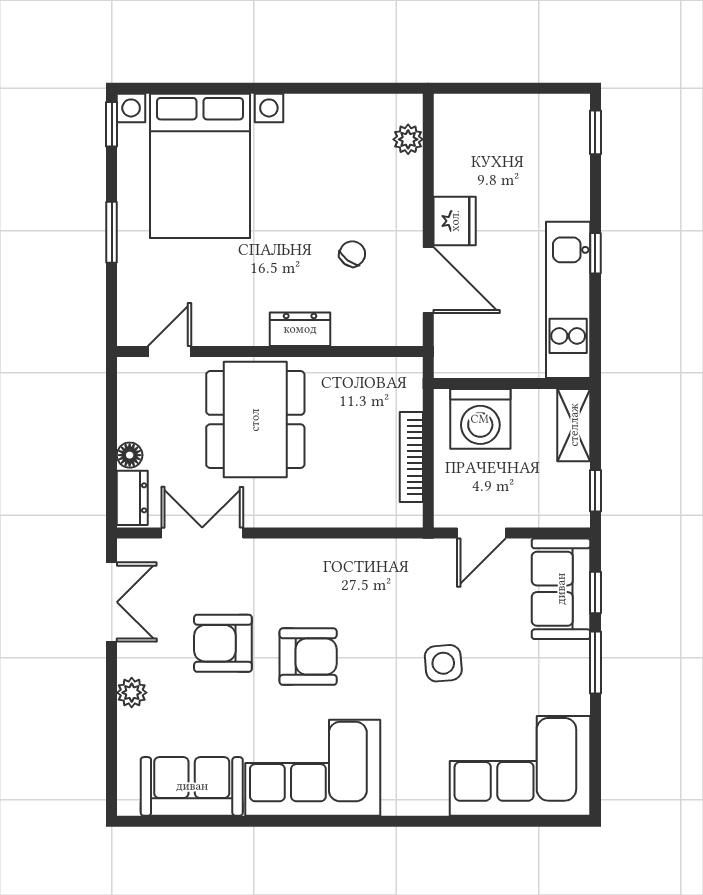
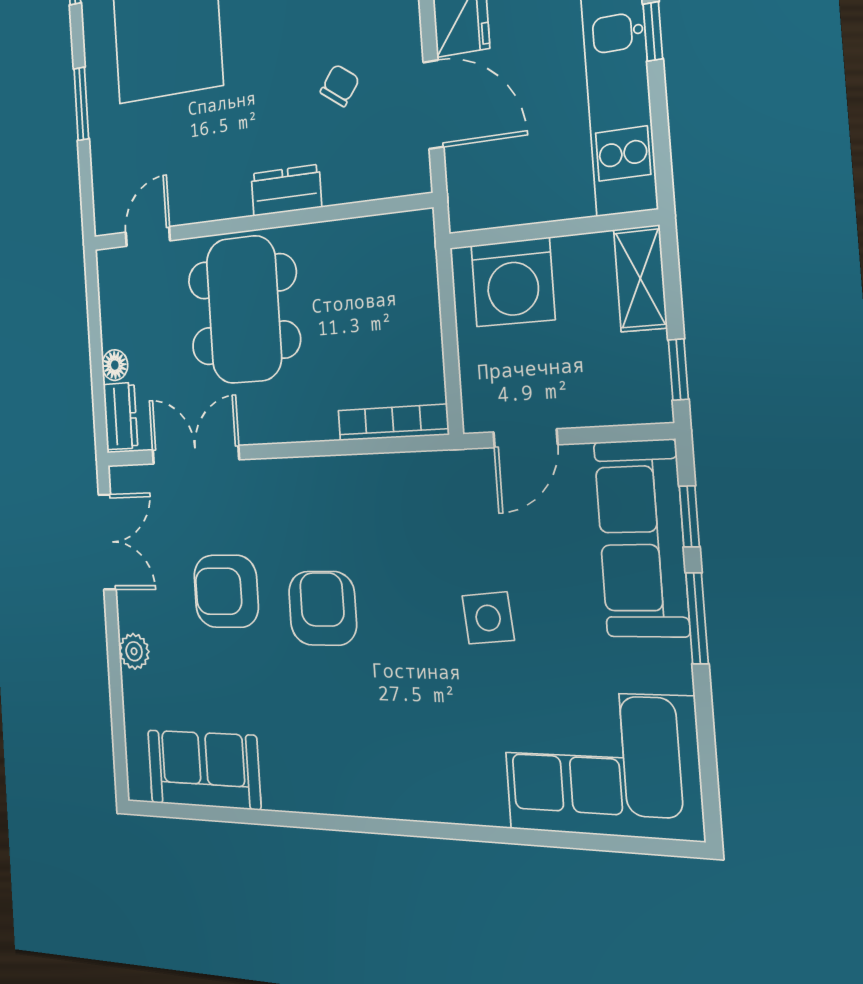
bookcase: (411, 457) -> (393, 423), moved, turned 90
sofa: (561, 589) -> (641, 538), width x1.36
armchair: (308, 657) -> (322, 608), turned -90
corner sofa: (313, 768) -> (337, 753), removed

